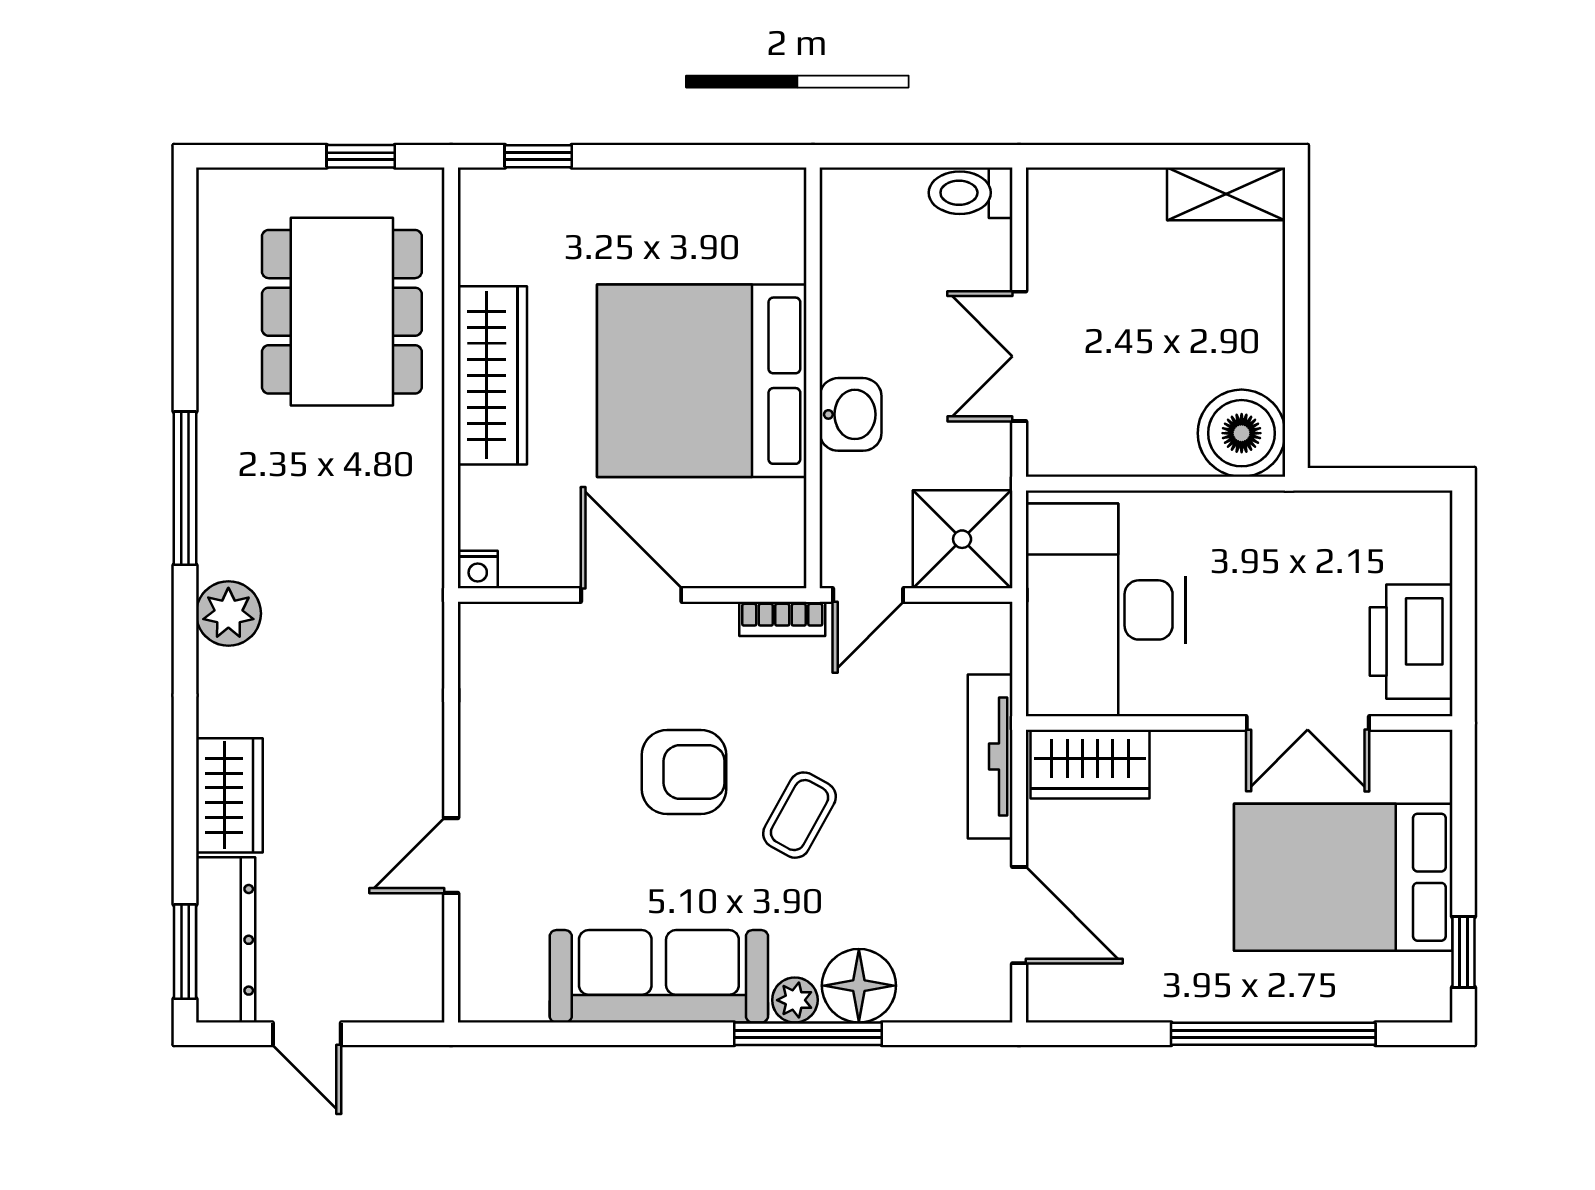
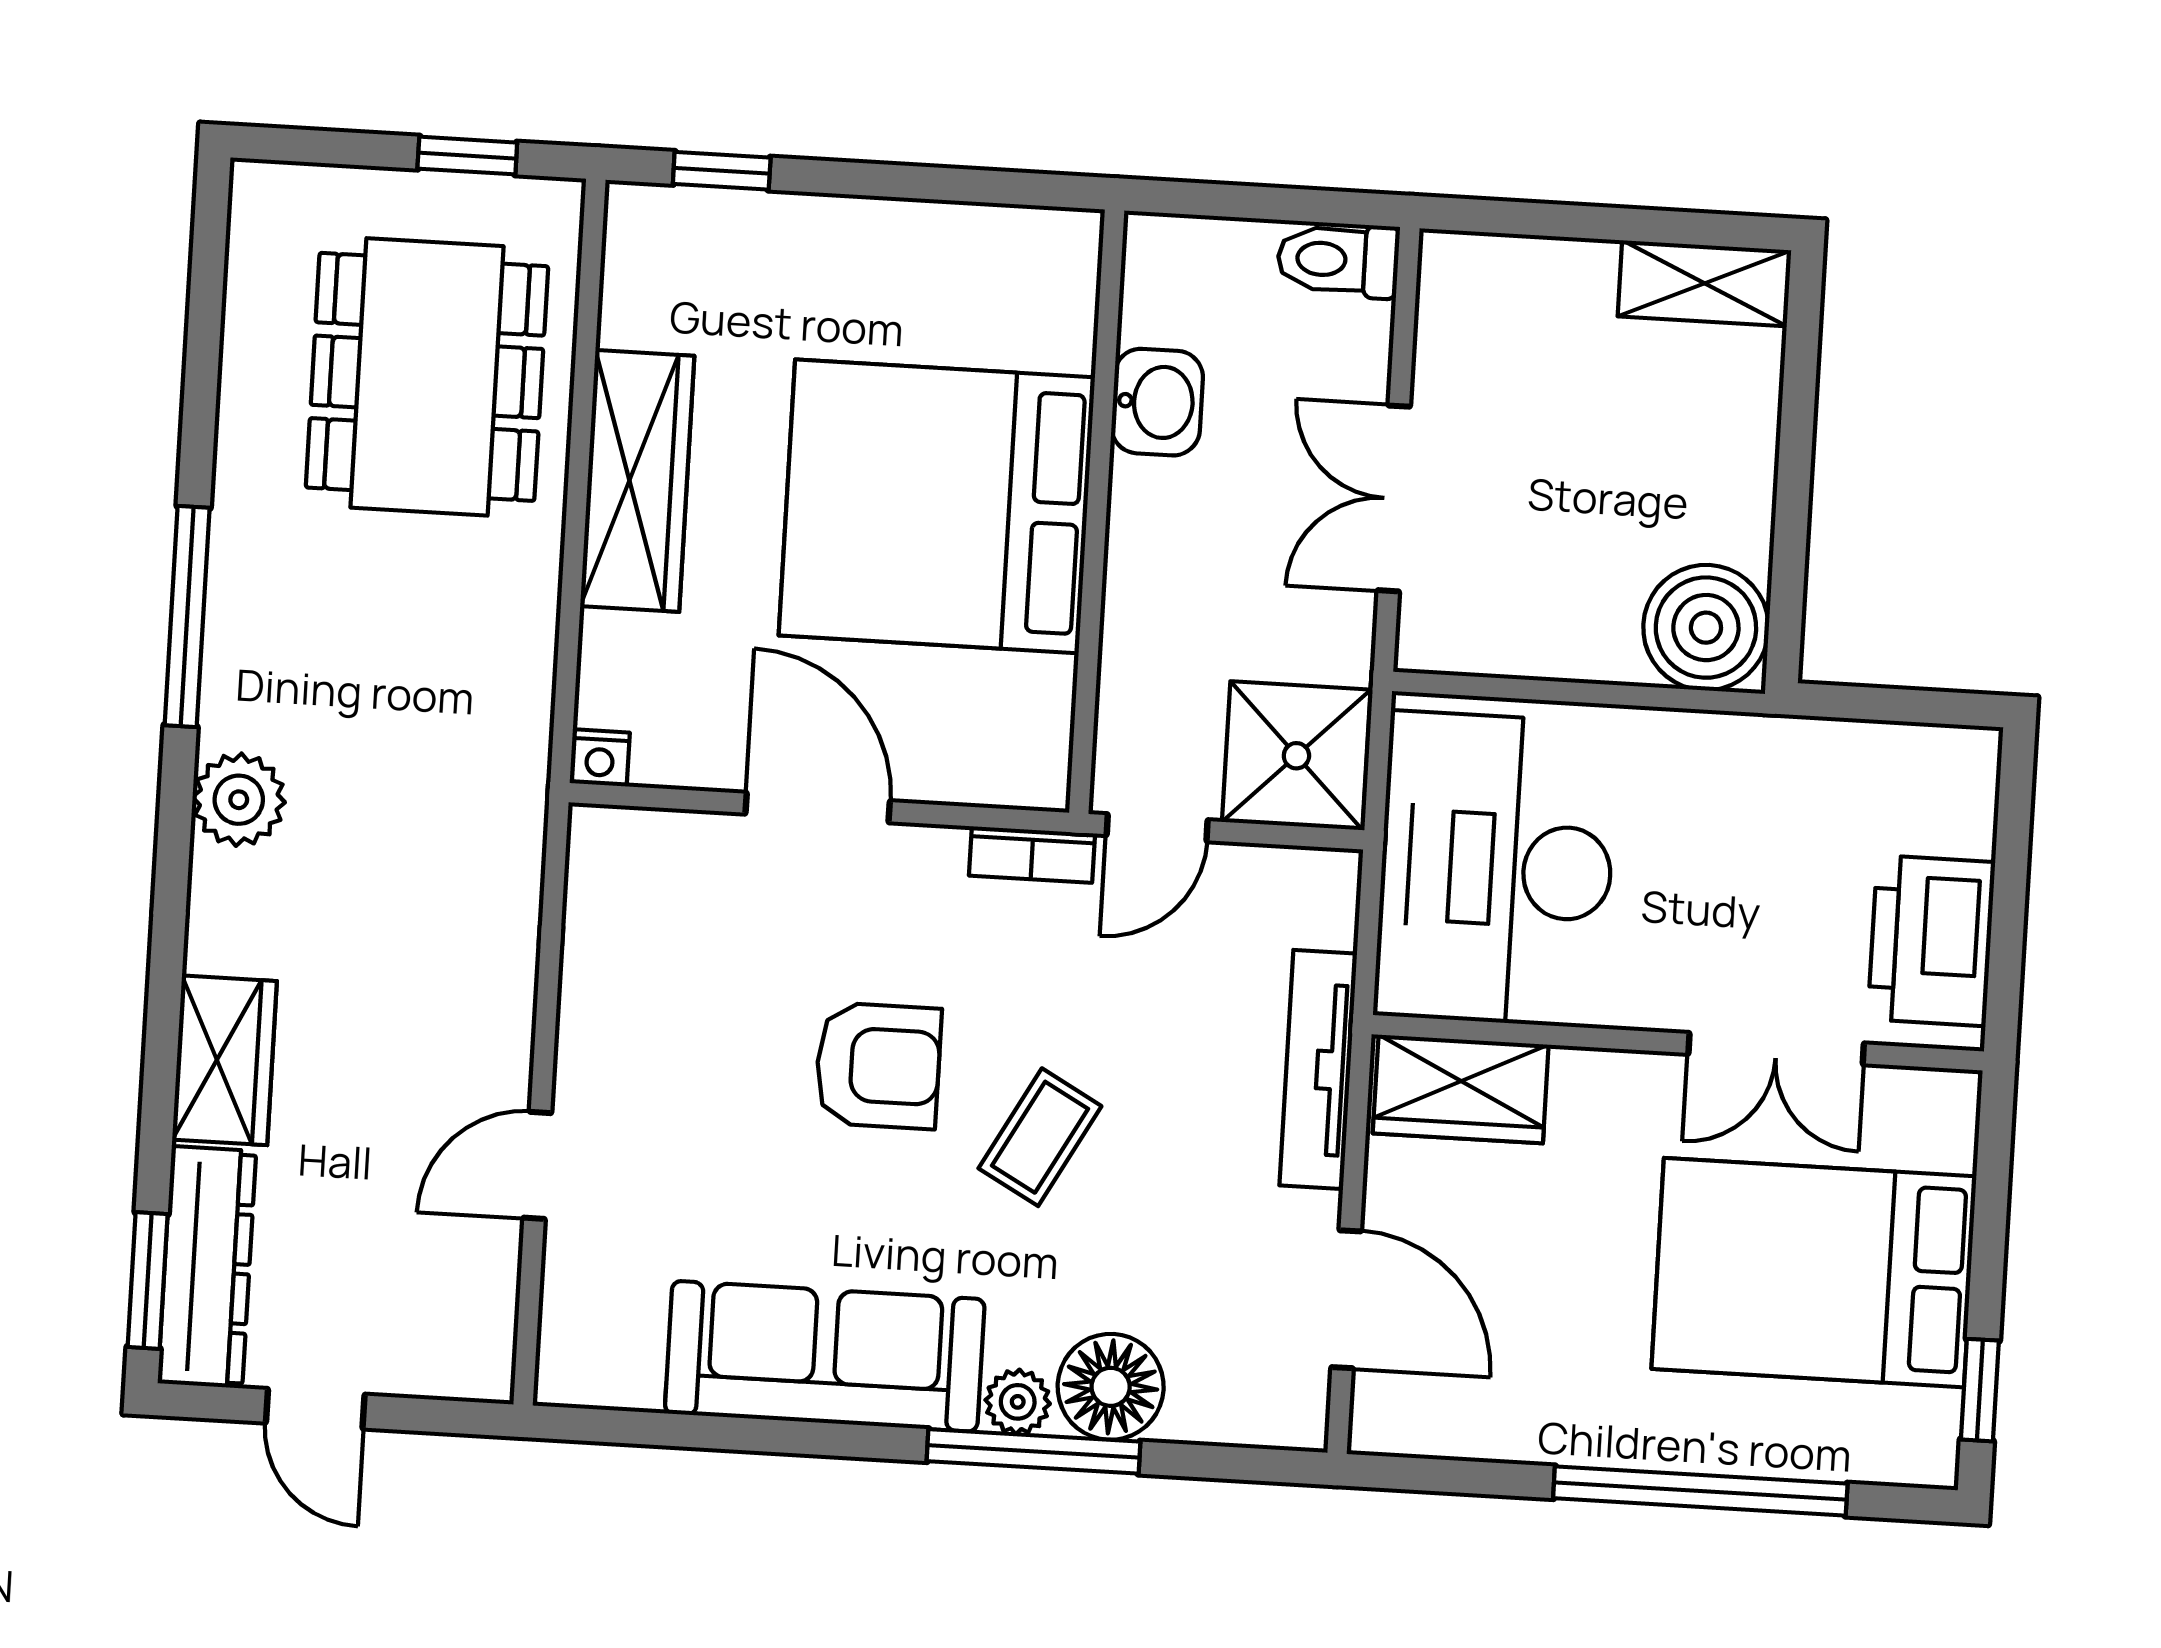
washbasin: (851, 414) -> (1157, 402), moved

